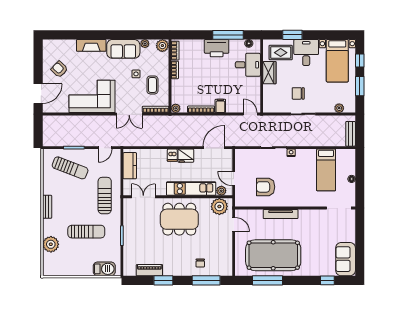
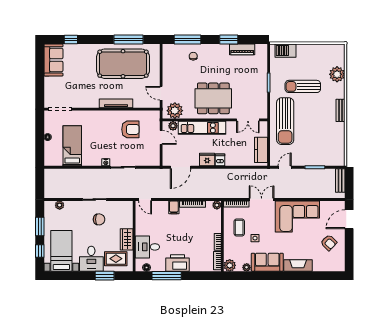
bench: (351, 134) -> (340, 180), moved
sun lounger: (70, 168) -> (318, 148), removed
sun lounger: (105, 196) -> (285, 121), width x1.36, depth x1.34

